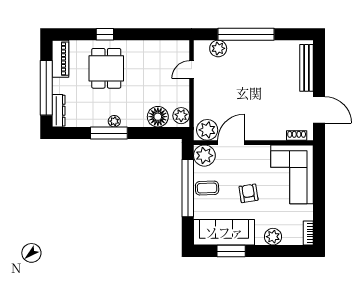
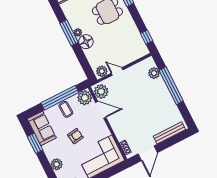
window: (166, 34) -> (147, 37), added
door: (191, 70) -> (117, 71), moved
floor lamp: (158, 117) -> (86, 42), moved
sofa: (224, 232) -> (42, 128), width x0.73

